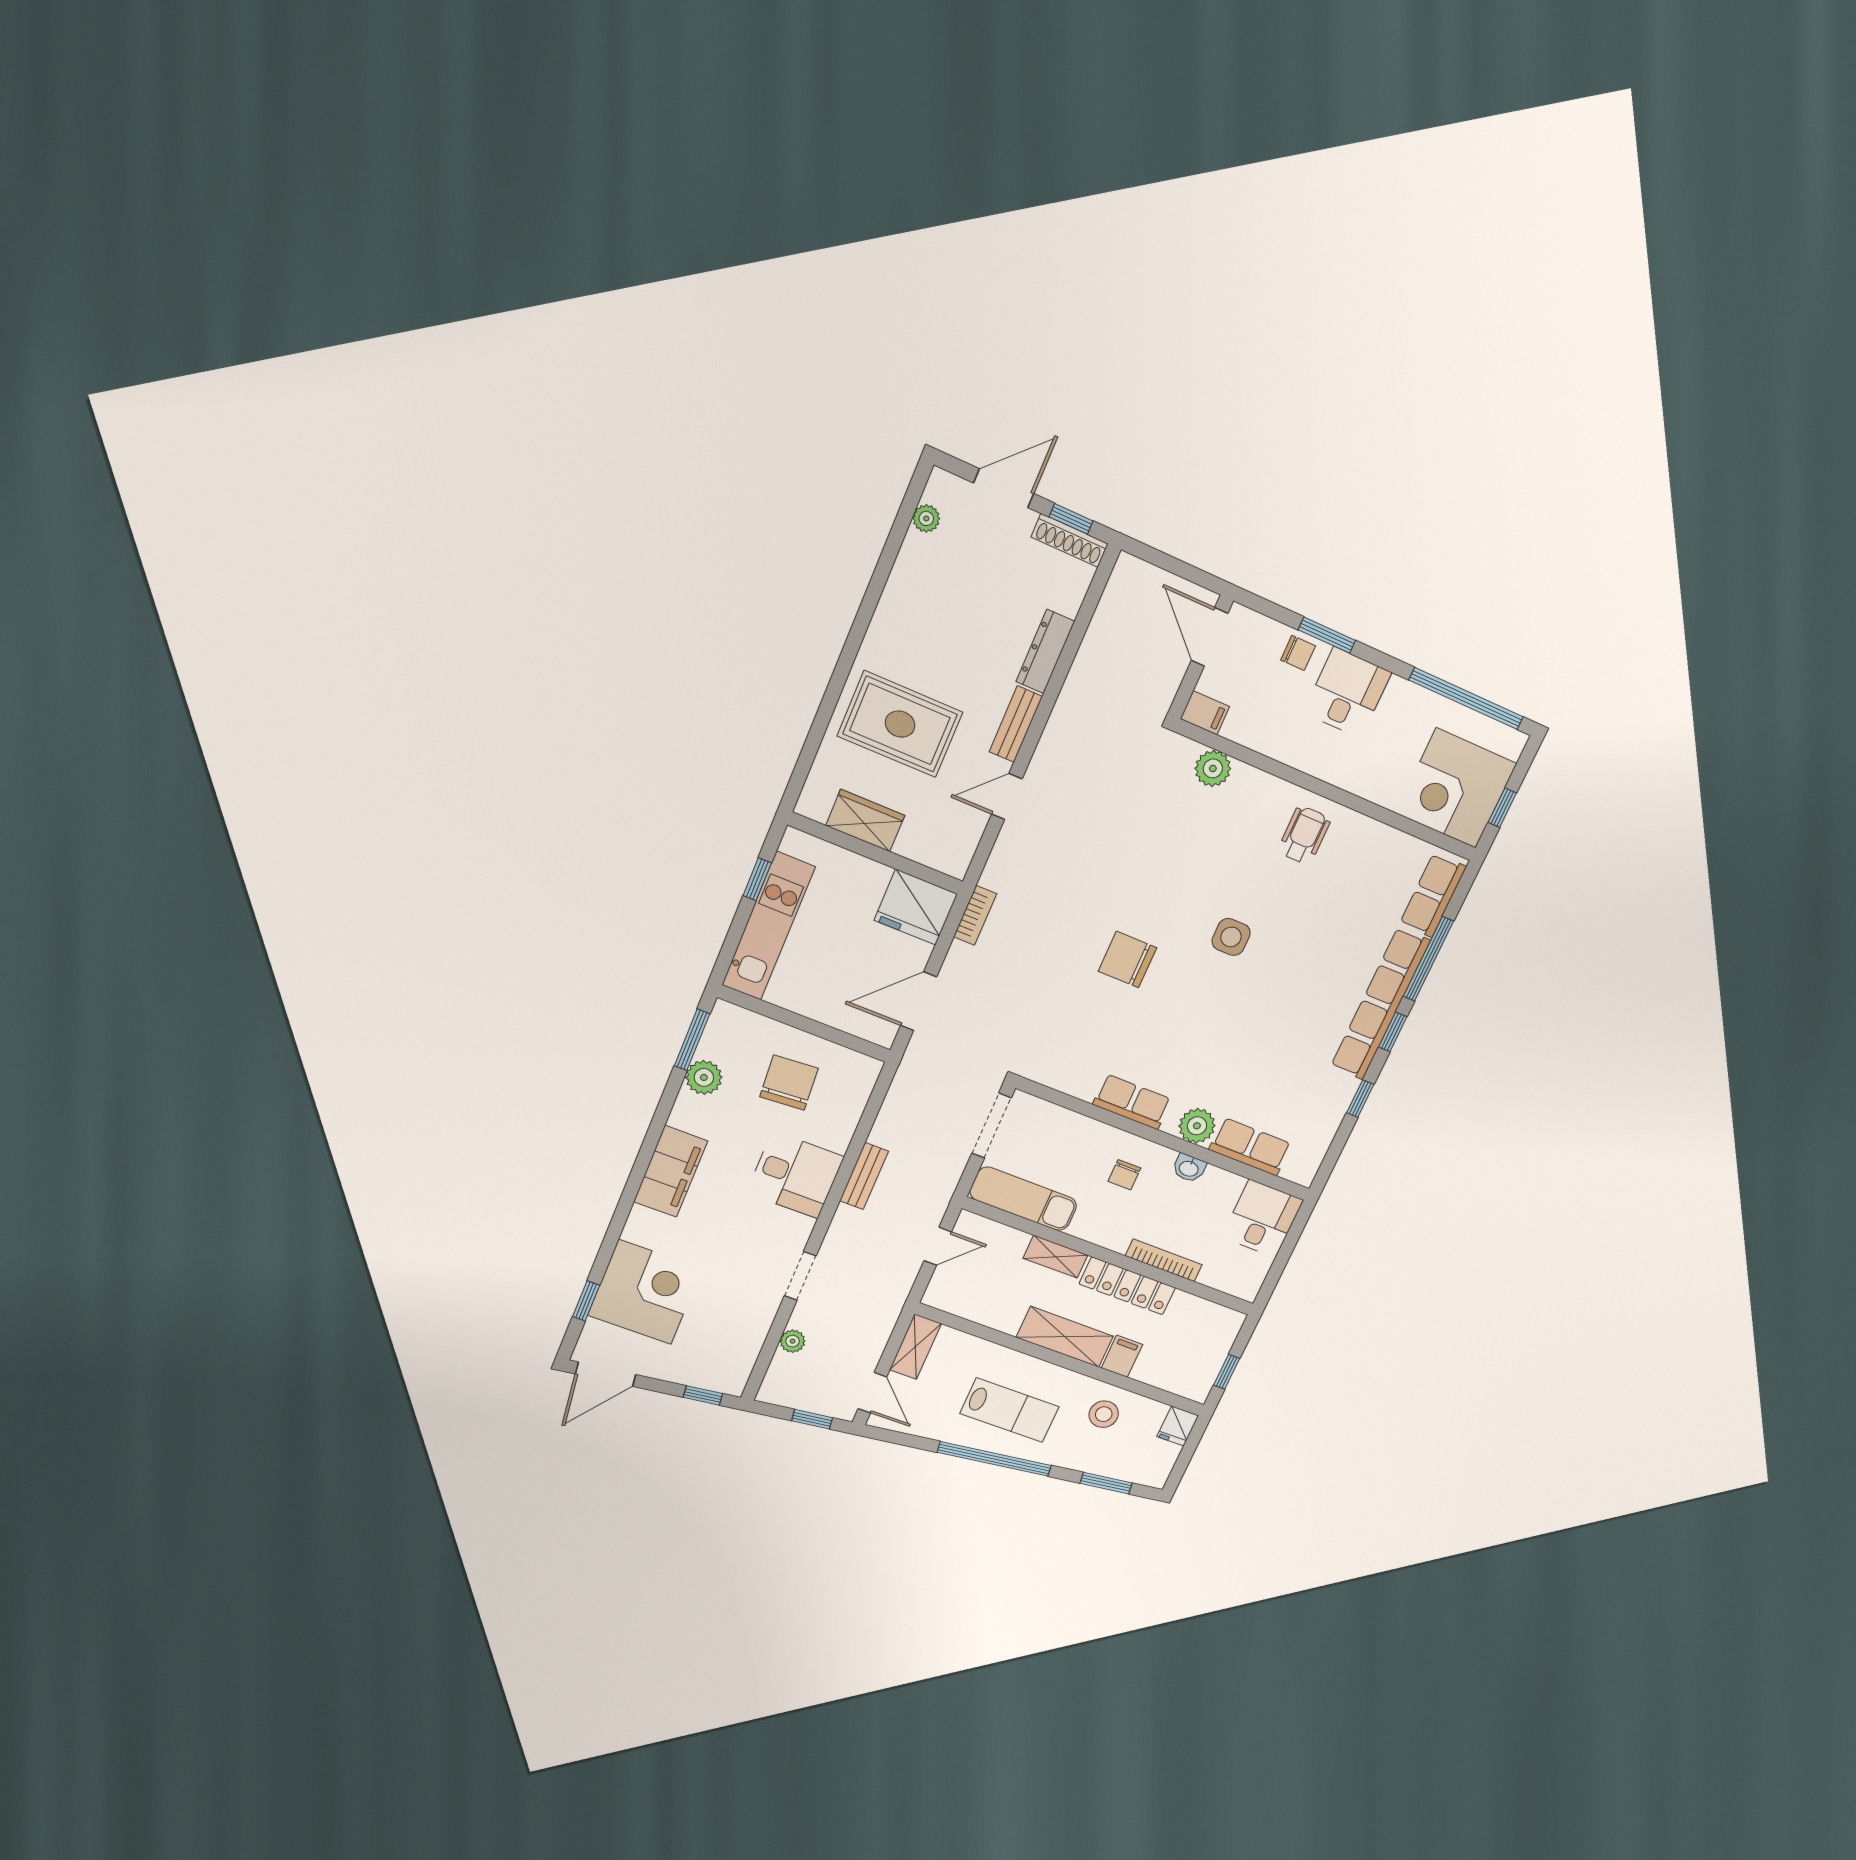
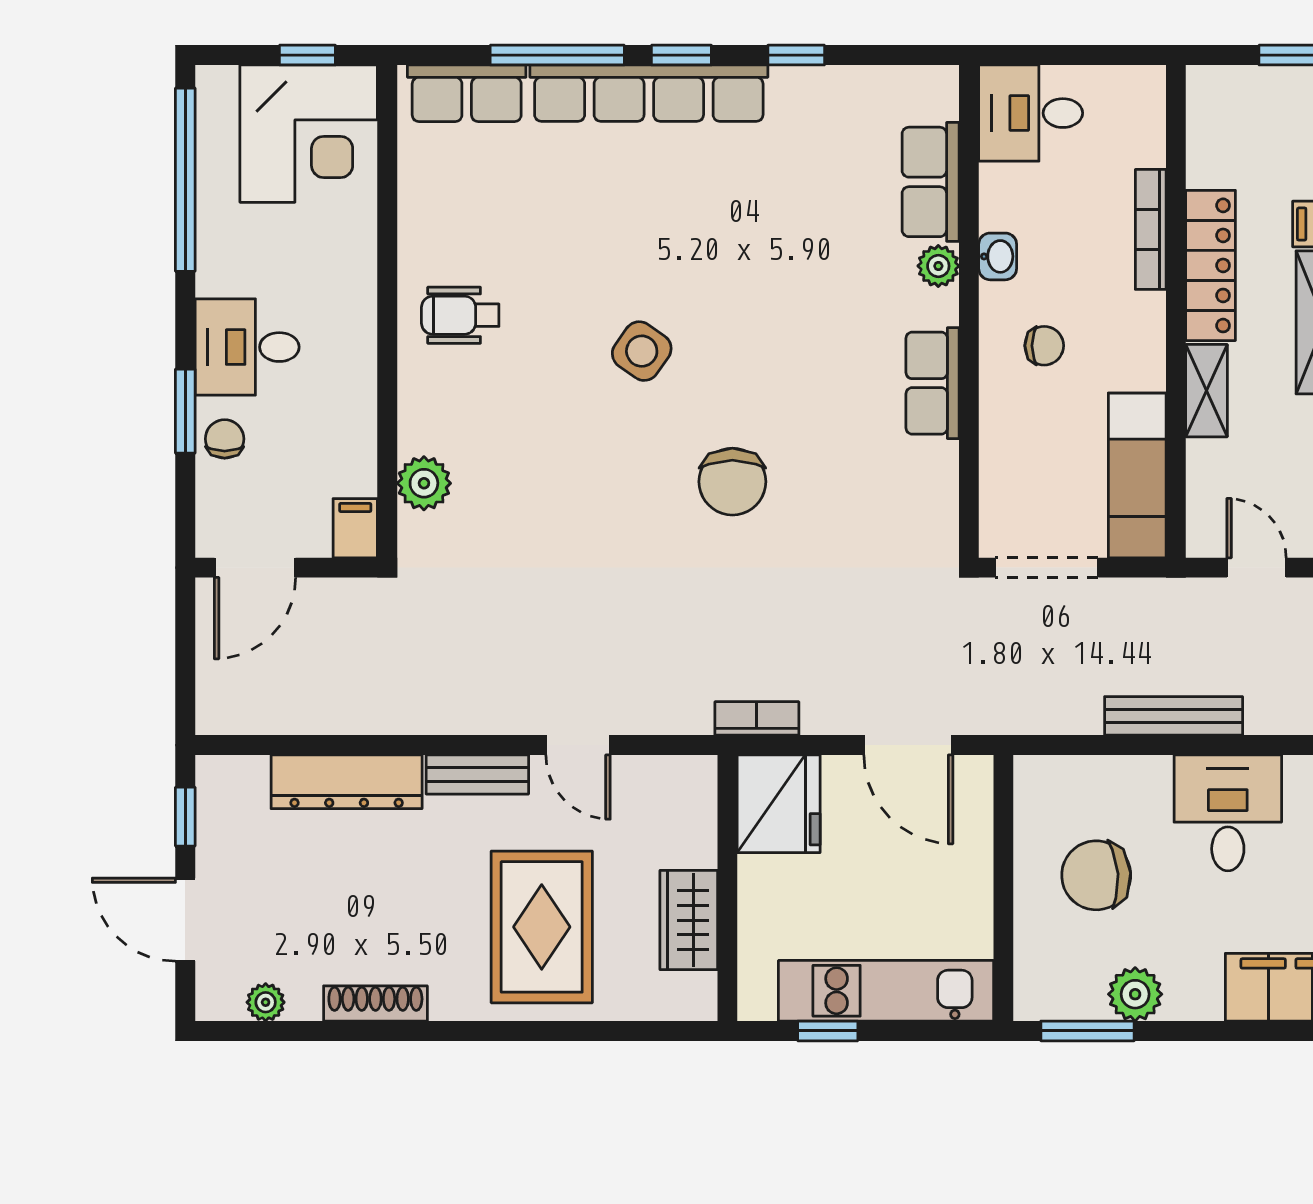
shoe rack: (1070, 540) -> (375, 1003), moved, turned -90
dresser: (1045, 652) -> (347, 782), width x1.37, depth x1.24
side table: (1231, 937) -> (642, 351), turned 35
plant: (1197, 1126) -> (938, 266), width x0.73, depth x0.73
bench: (864, 1176) -> (1174, 716), width x1.36

